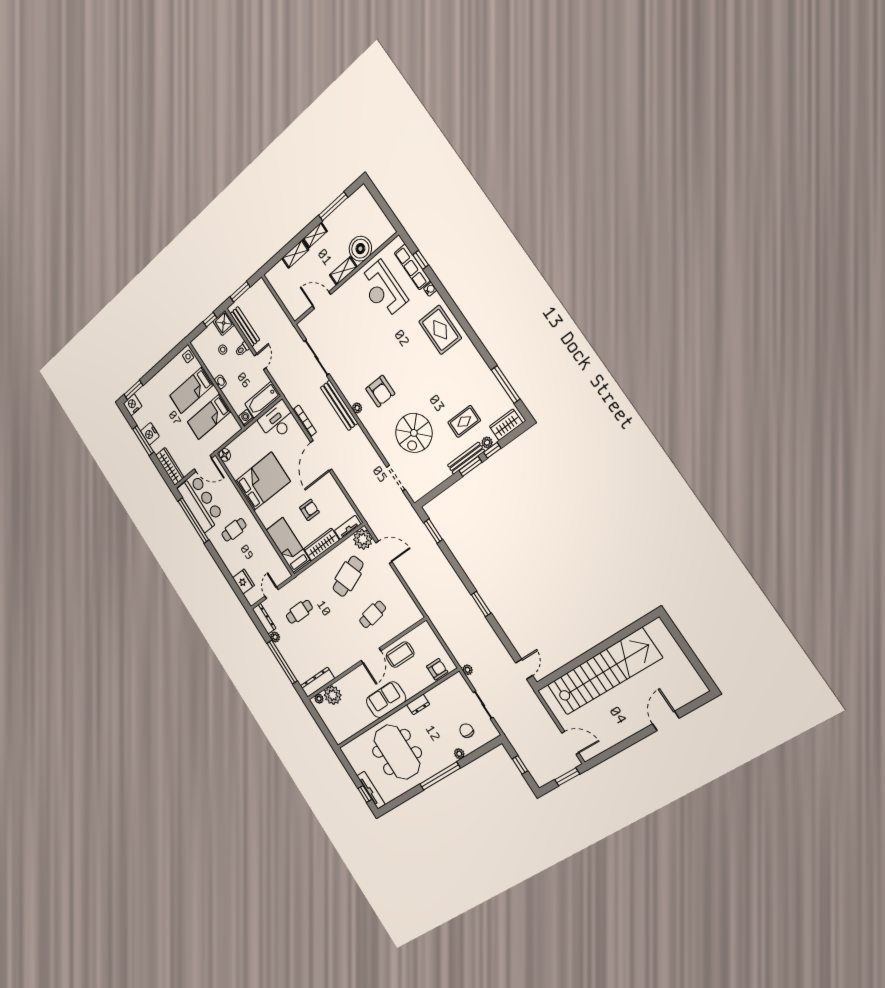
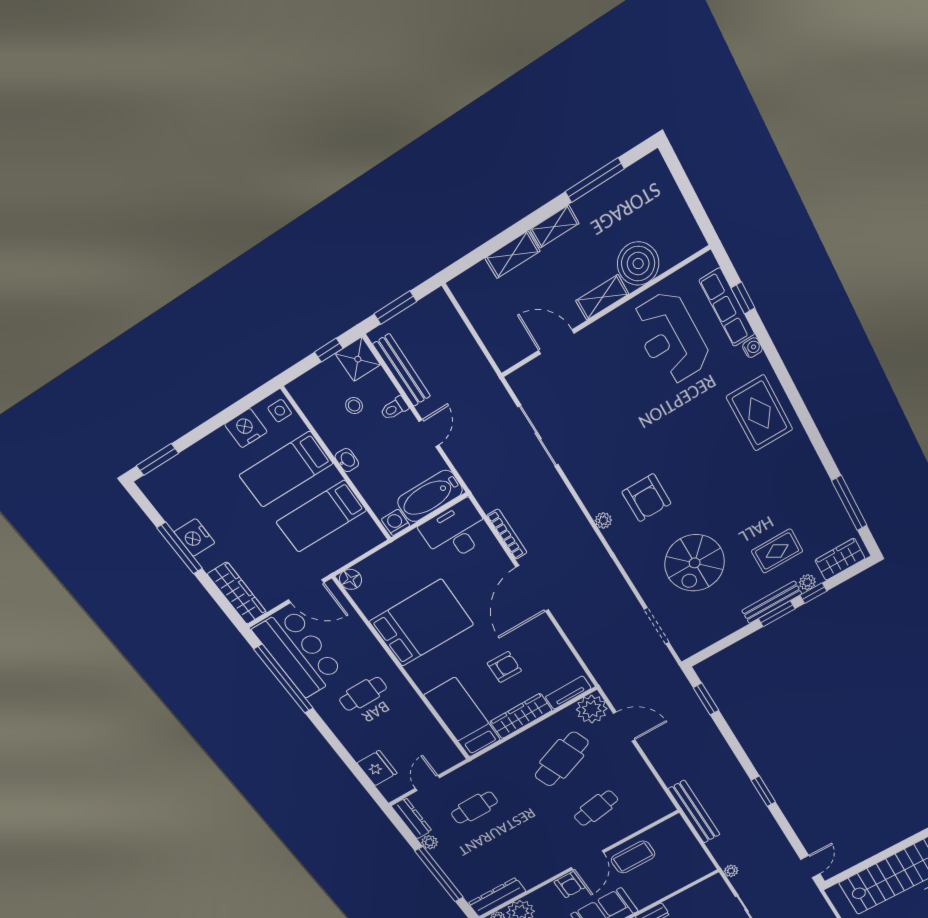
nightstand: (133, 405) -> (246, 428), moved
bench: (339, 405) -> (694, 812), moved
armchair: (437, 669) -> (570, 885), moved, turned 90

